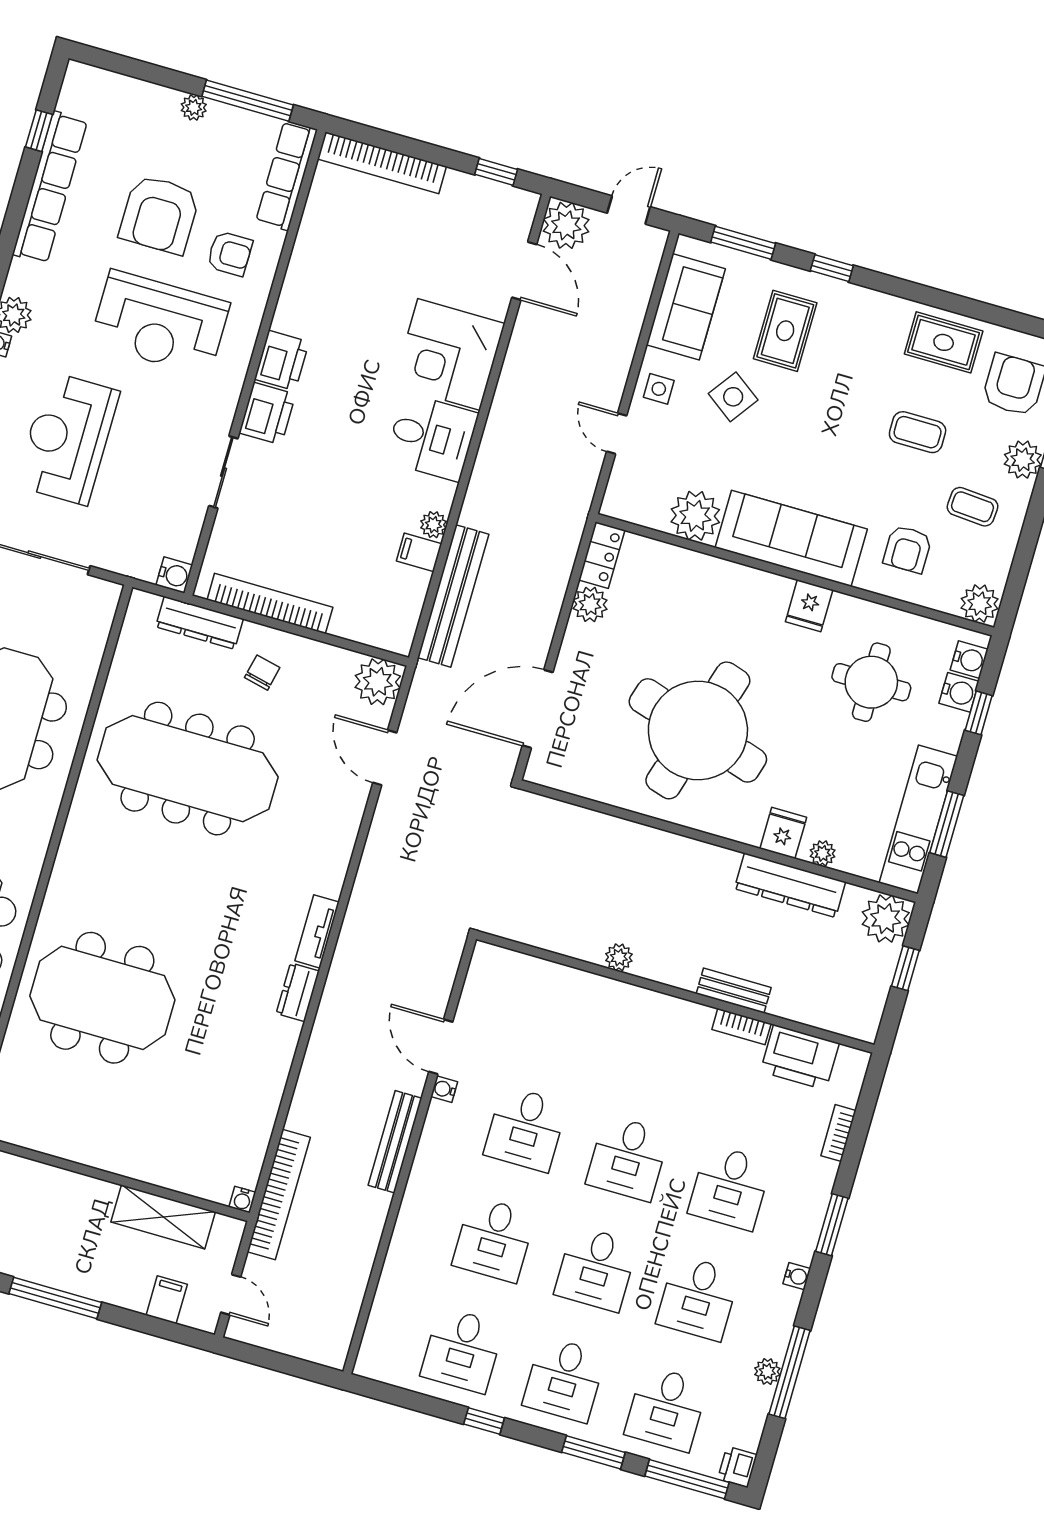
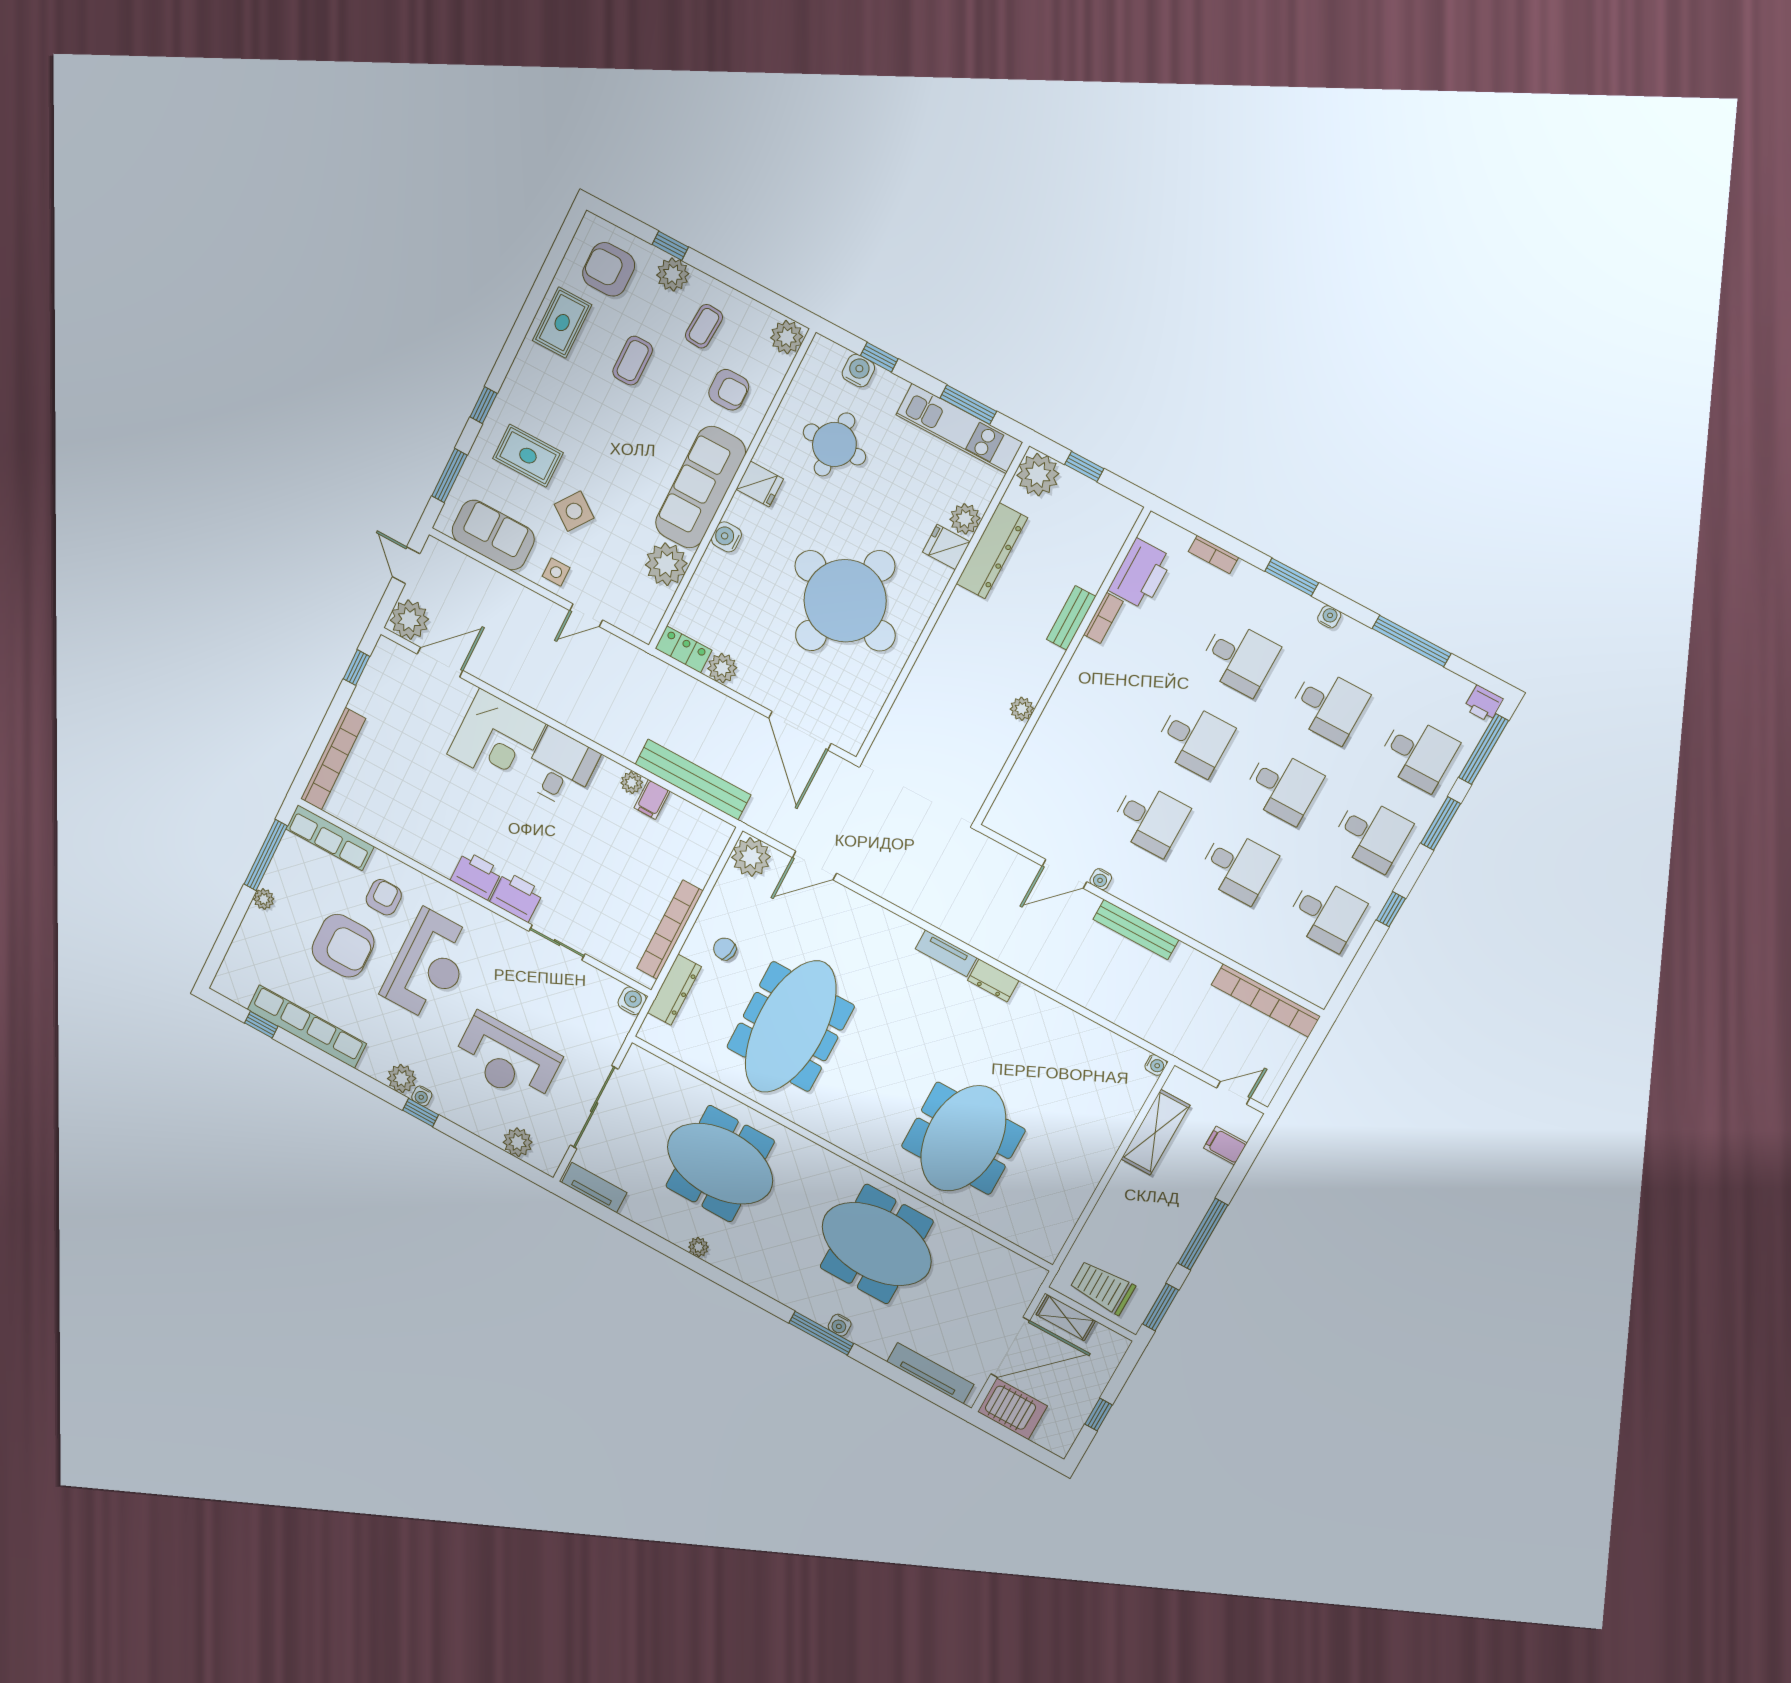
water cooler: (969, 660) -> (726, 537), moved, turned -90
plant: (823, 853) -> (965, 519), width x1.38, depth x1.38
bookcase: (279, 1194) -> (1266, 1000), moved, turned 180
plant: (767, 1372) -> (1406, 660), removed

